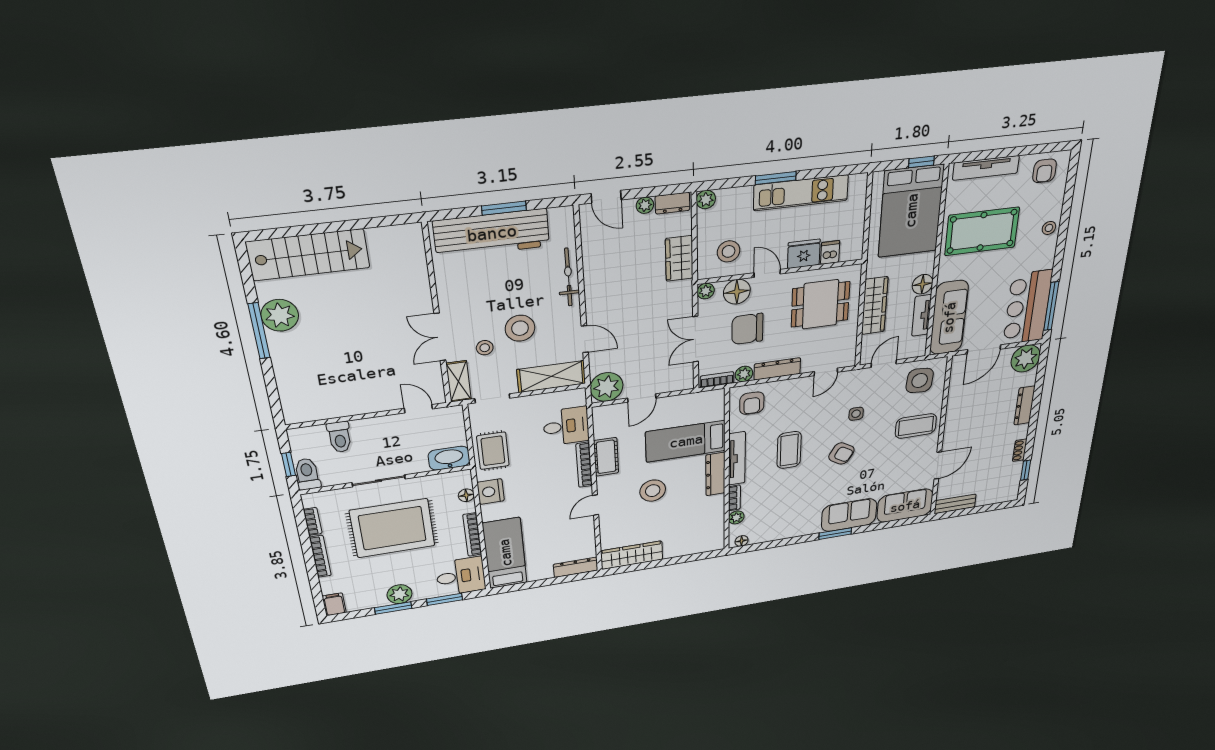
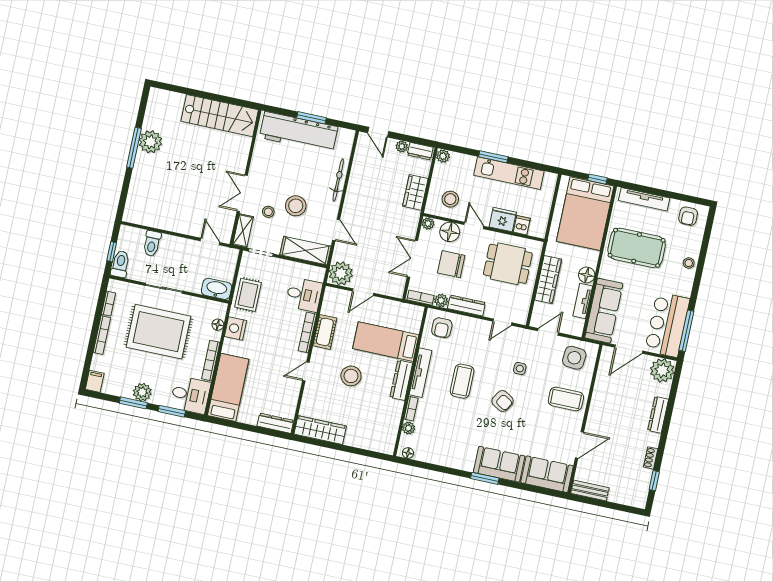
stairs: (308, 255) -> (220, 116), moved

